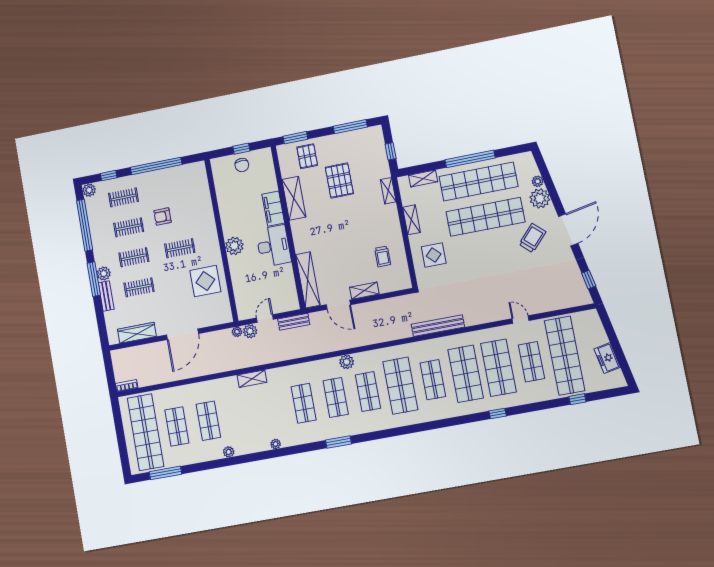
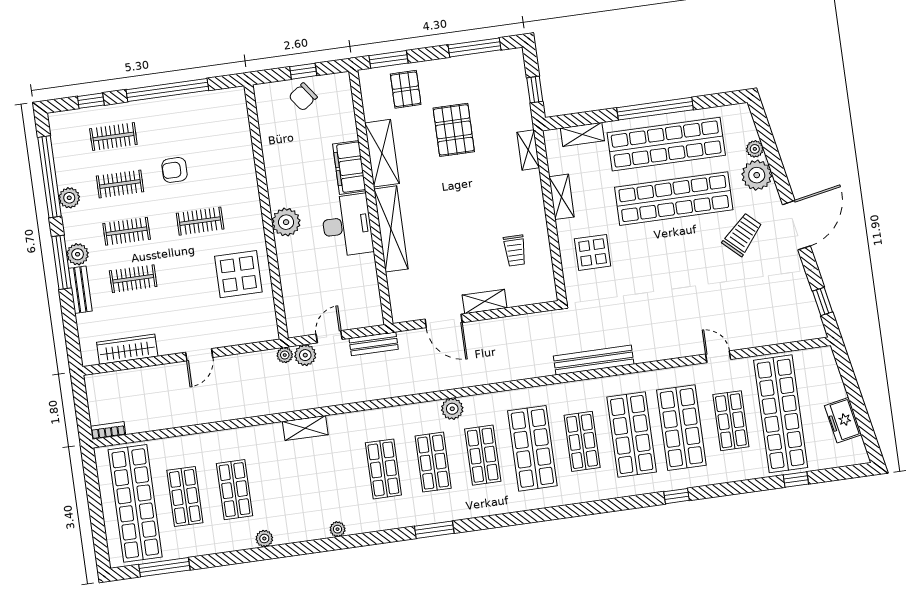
chair: (242, 165) -> (303, 97), turned 54
plant: (89, 190) -> (69, 198), moved
shelving: (308, 280) -> (391, 229), moved
door: (182, 334) -> (199, 355), width x0.53

